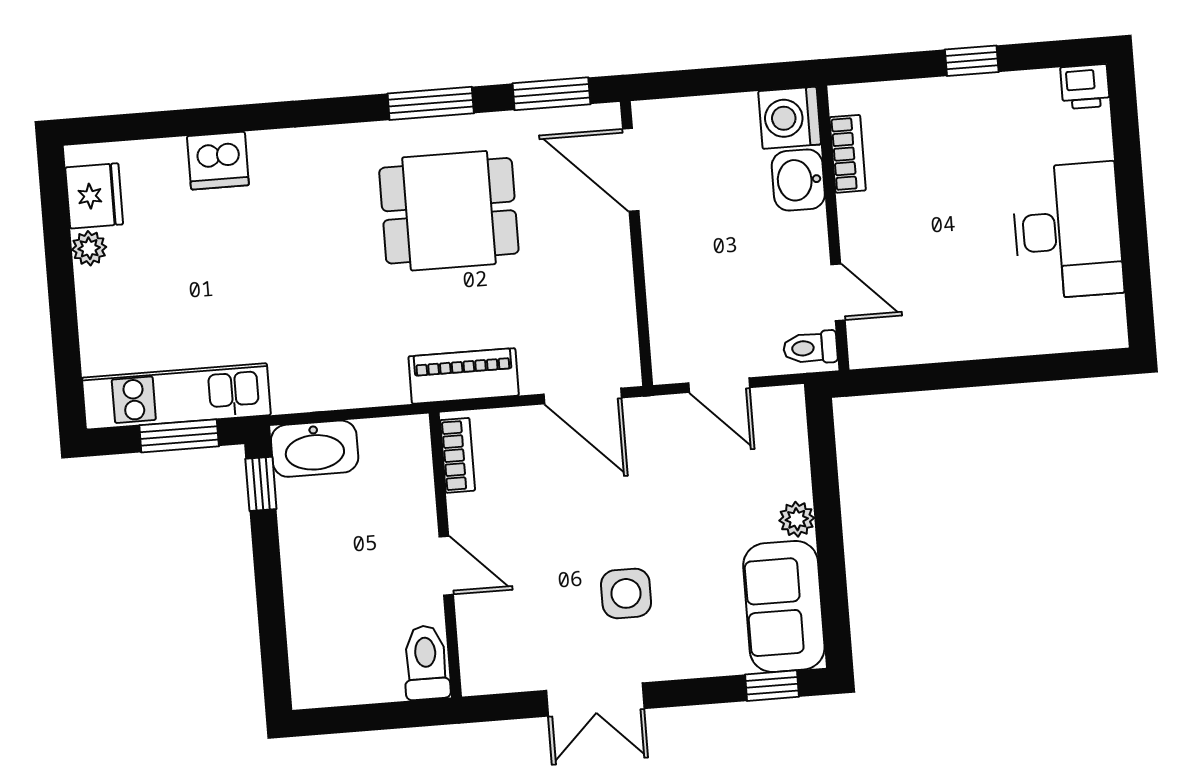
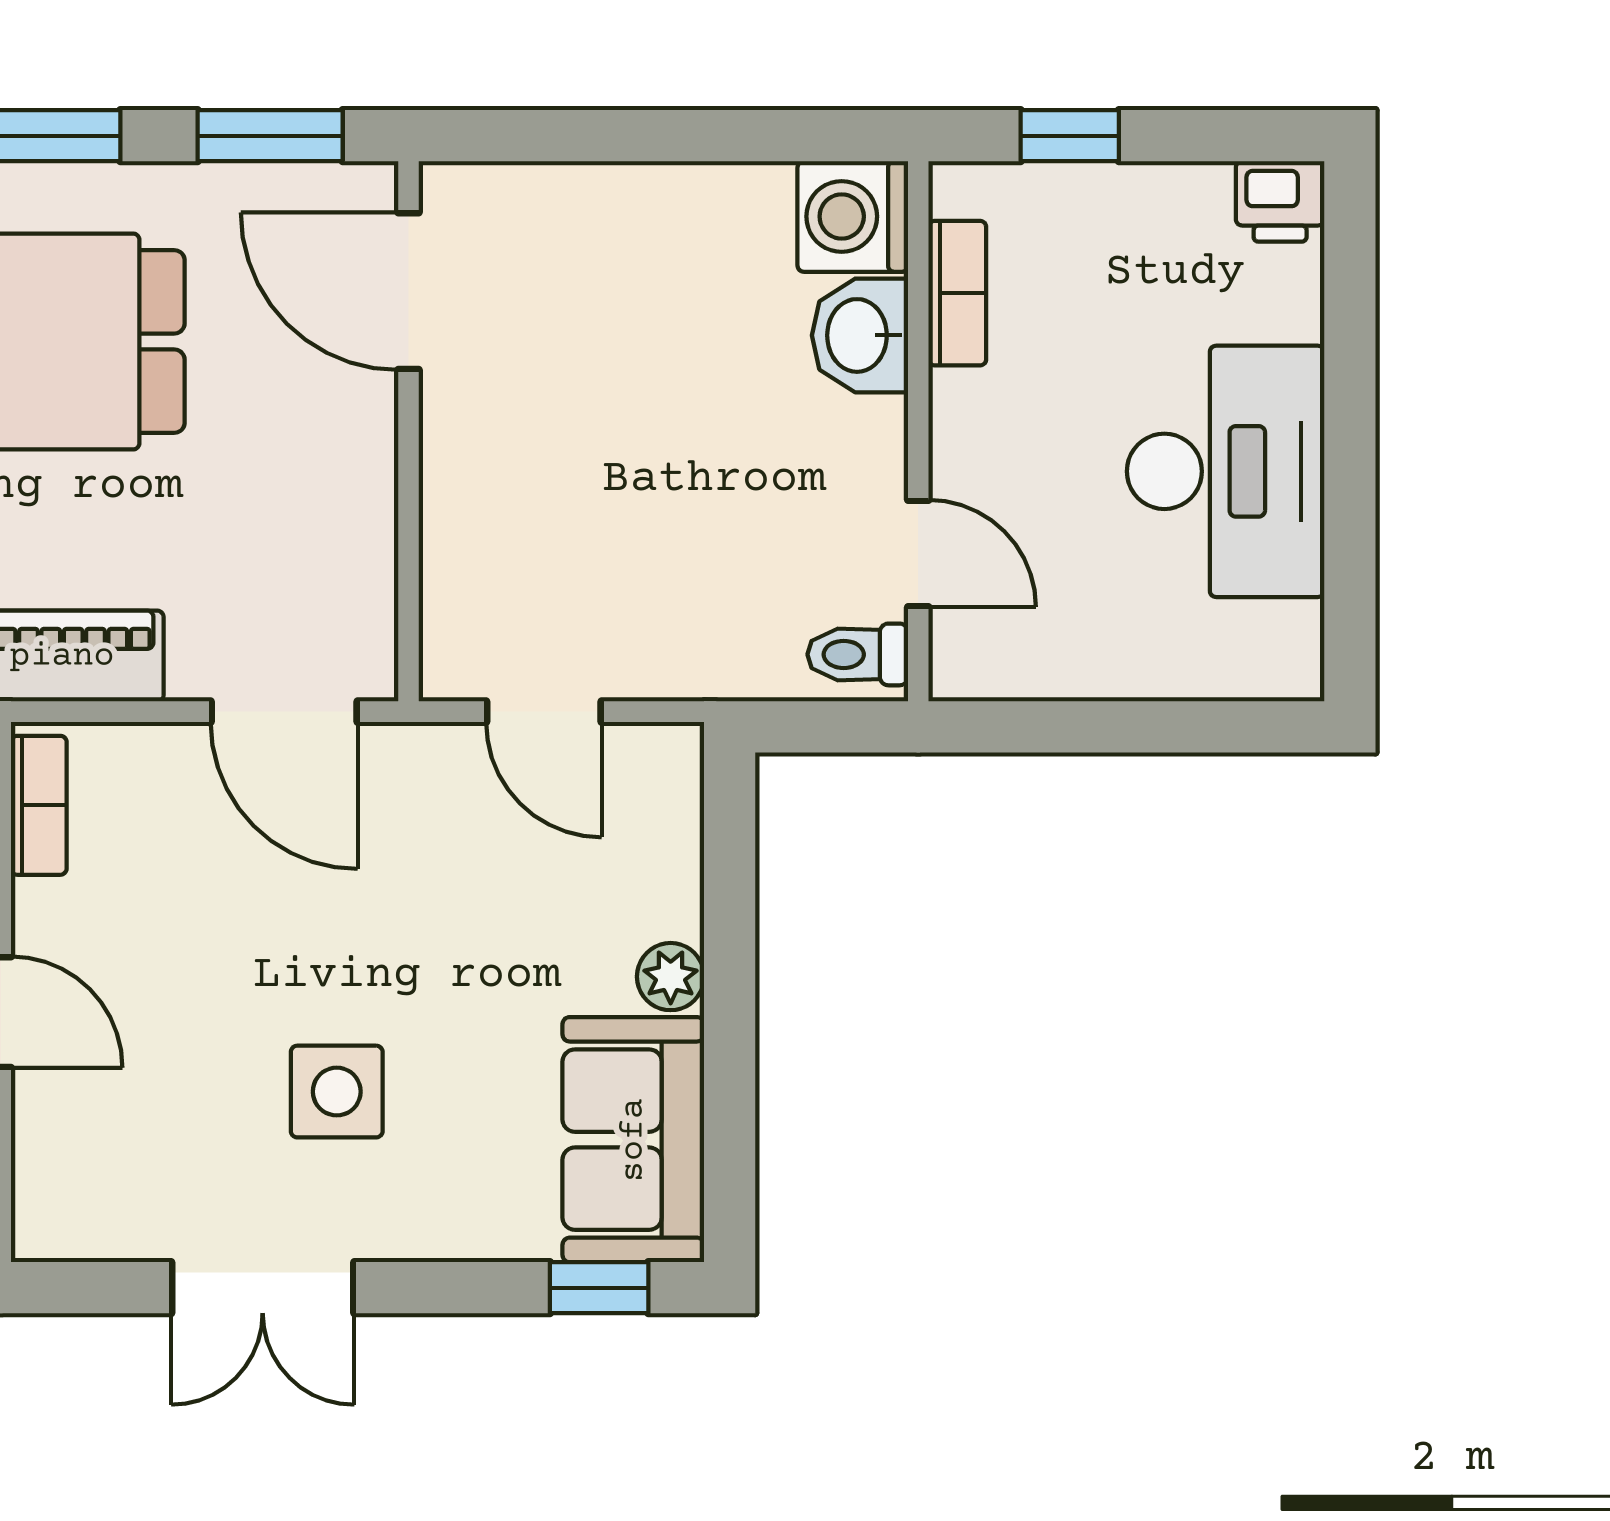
washing machine: (790, 118) -> (853, 216), moved
bookcase: (848, 154) -> (957, 293), moved
washbasin: (798, 180) -> (860, 335), moved
wall: (833, 228) -> (918, 431), moved
door: (838, 292) -> (918, 554), moved
toilet: (810, 348) -> (858, 654), moved

